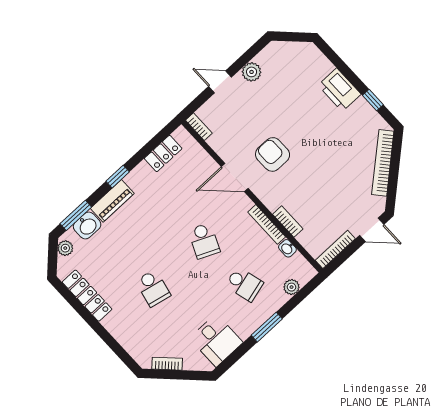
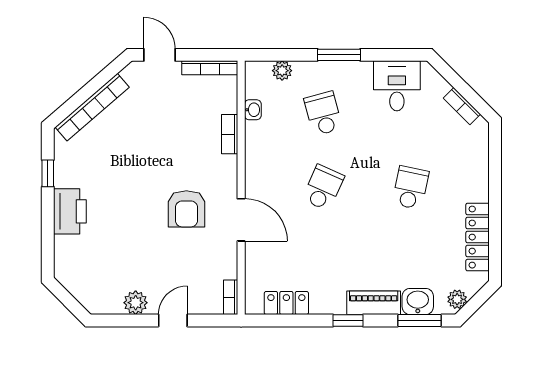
door: (220, 82) -> (173, 320), swing flipped
bookcase: (267, 224) -> (252, 149), removed

